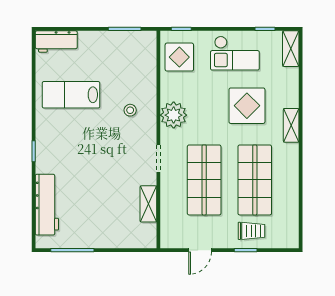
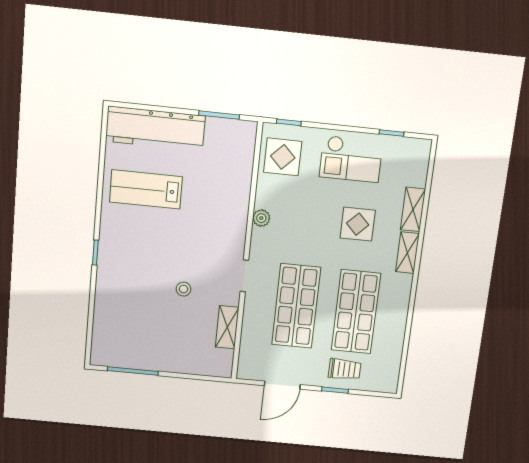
workbench: (56, 41) -> (155, 129), width x1.88, depth x1.32
shelving: (291, 49) -> (413, 209), moved
display table: (247, 106) -> (358, 224), width x0.73, depth x0.73
stool: (130, 110) -> (184, 289), moved
plant: (174, 115) -> (261, 218), width x0.53, depth x0.53
workbench: (47, 205) -> (107, 316), removed
door: (200, 250) -> (282, 385), width x1.37

